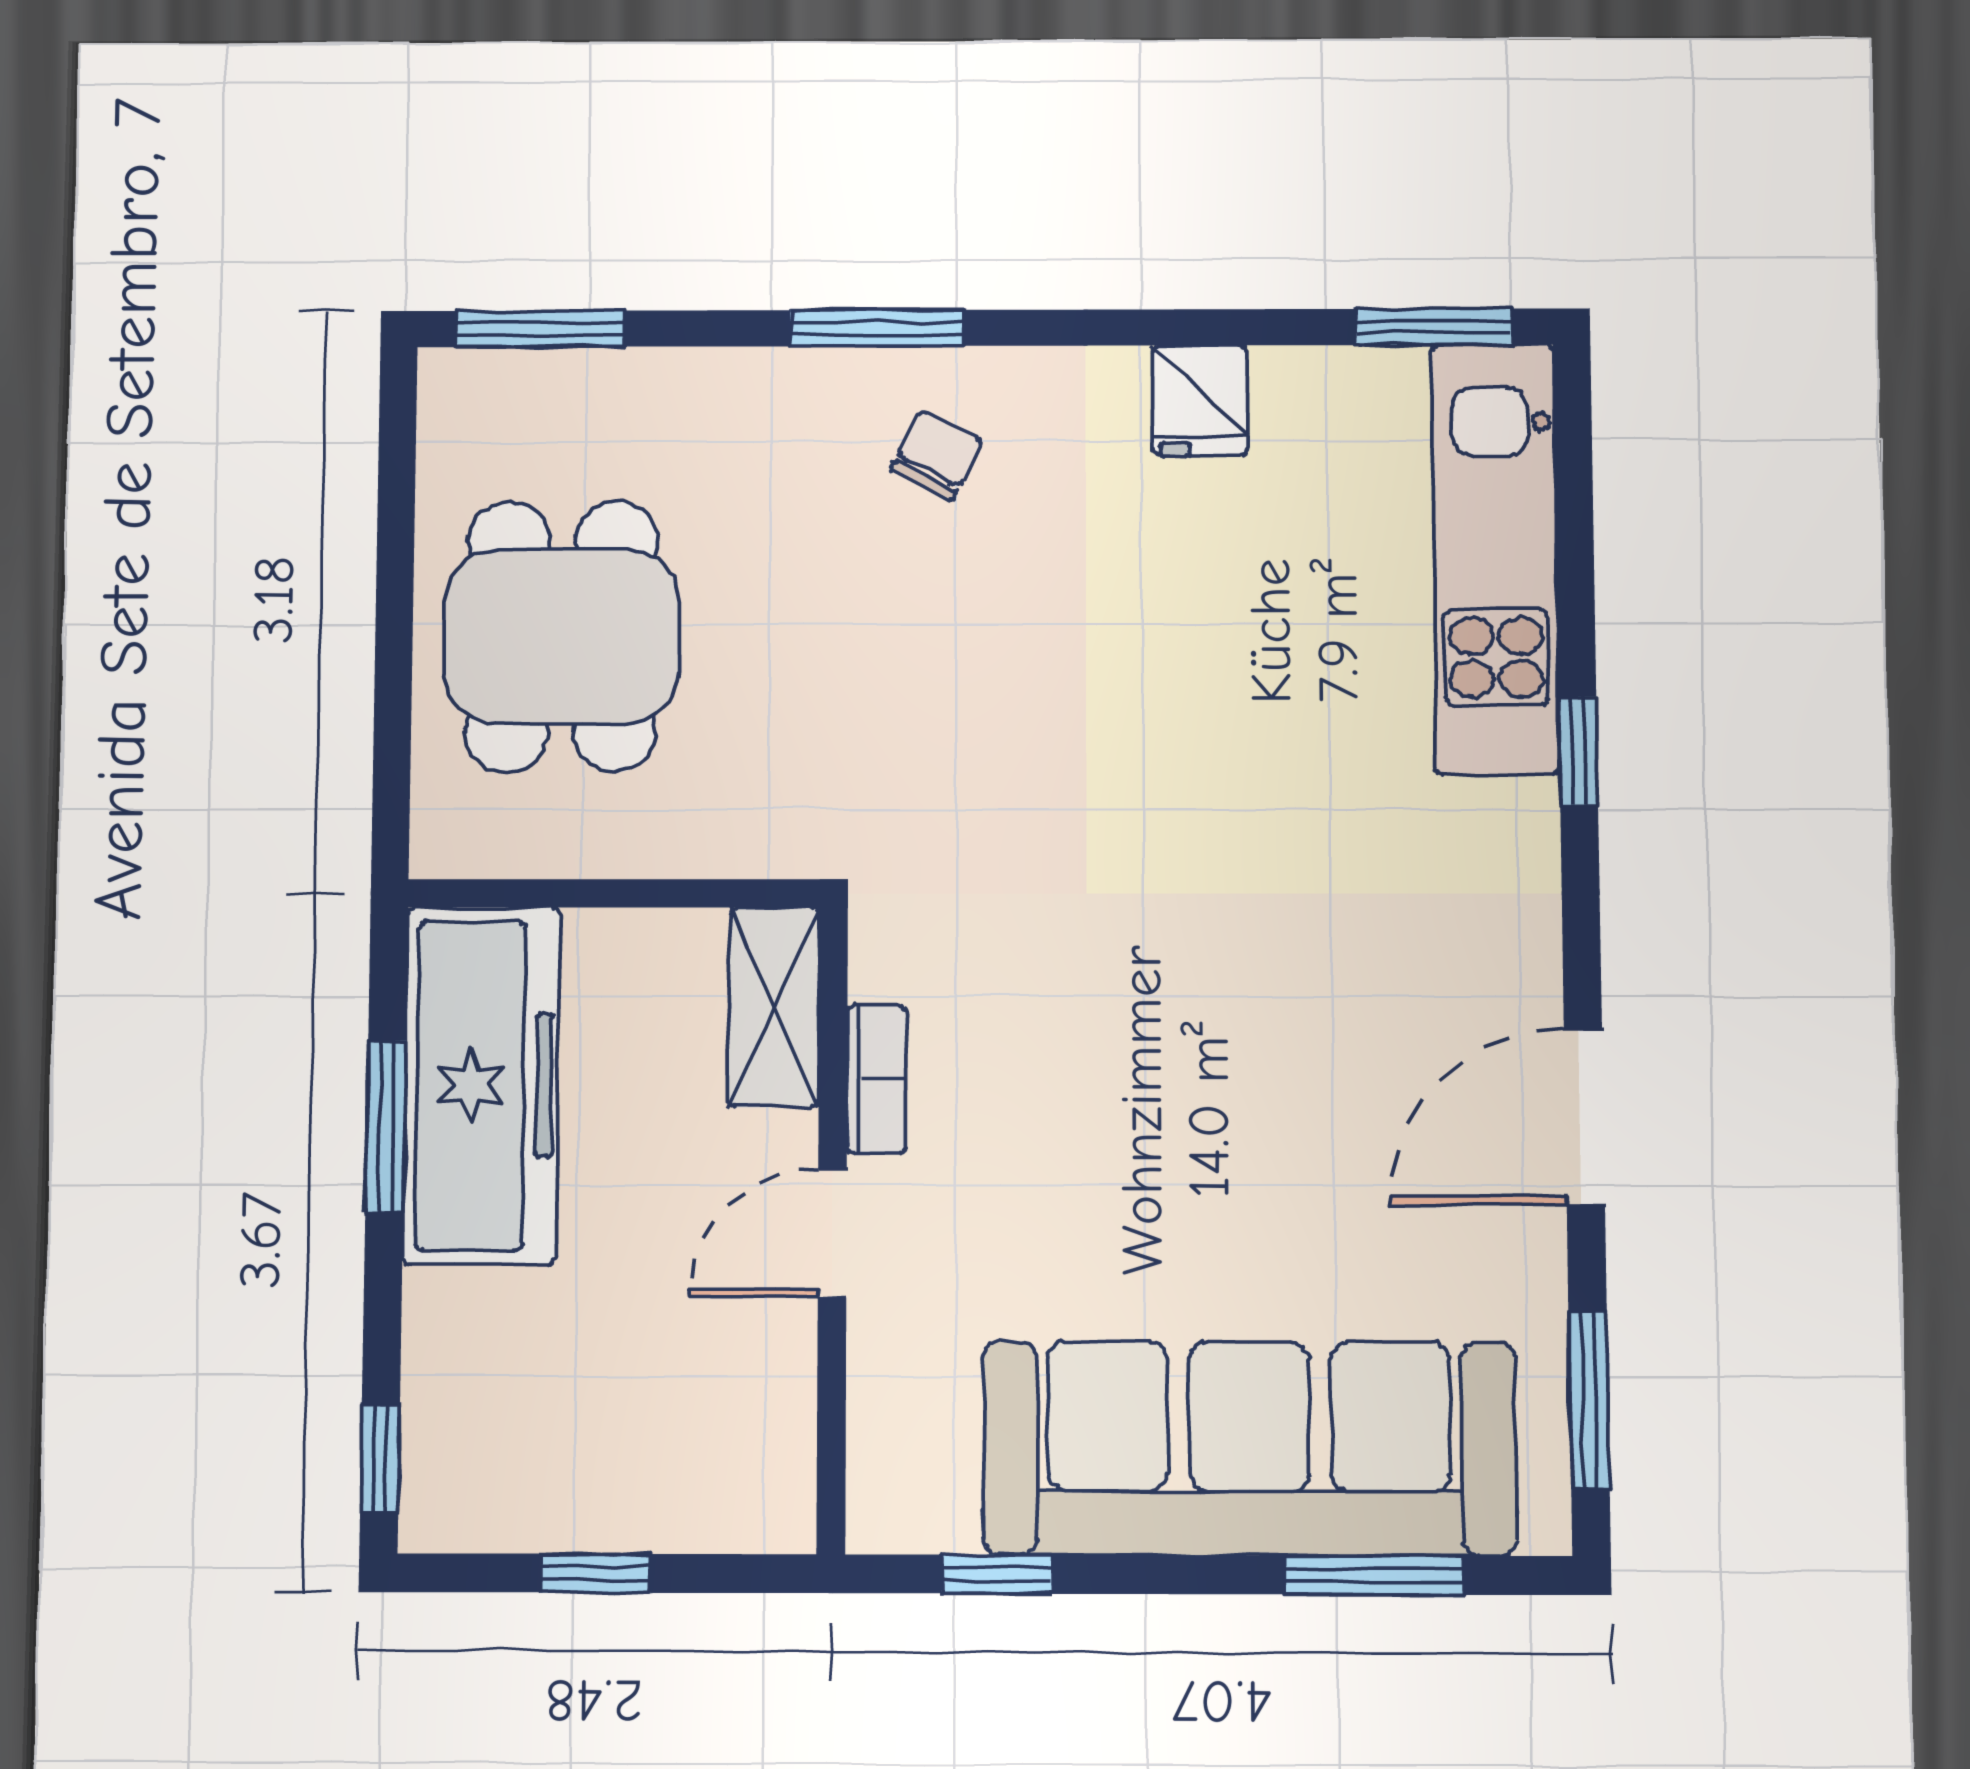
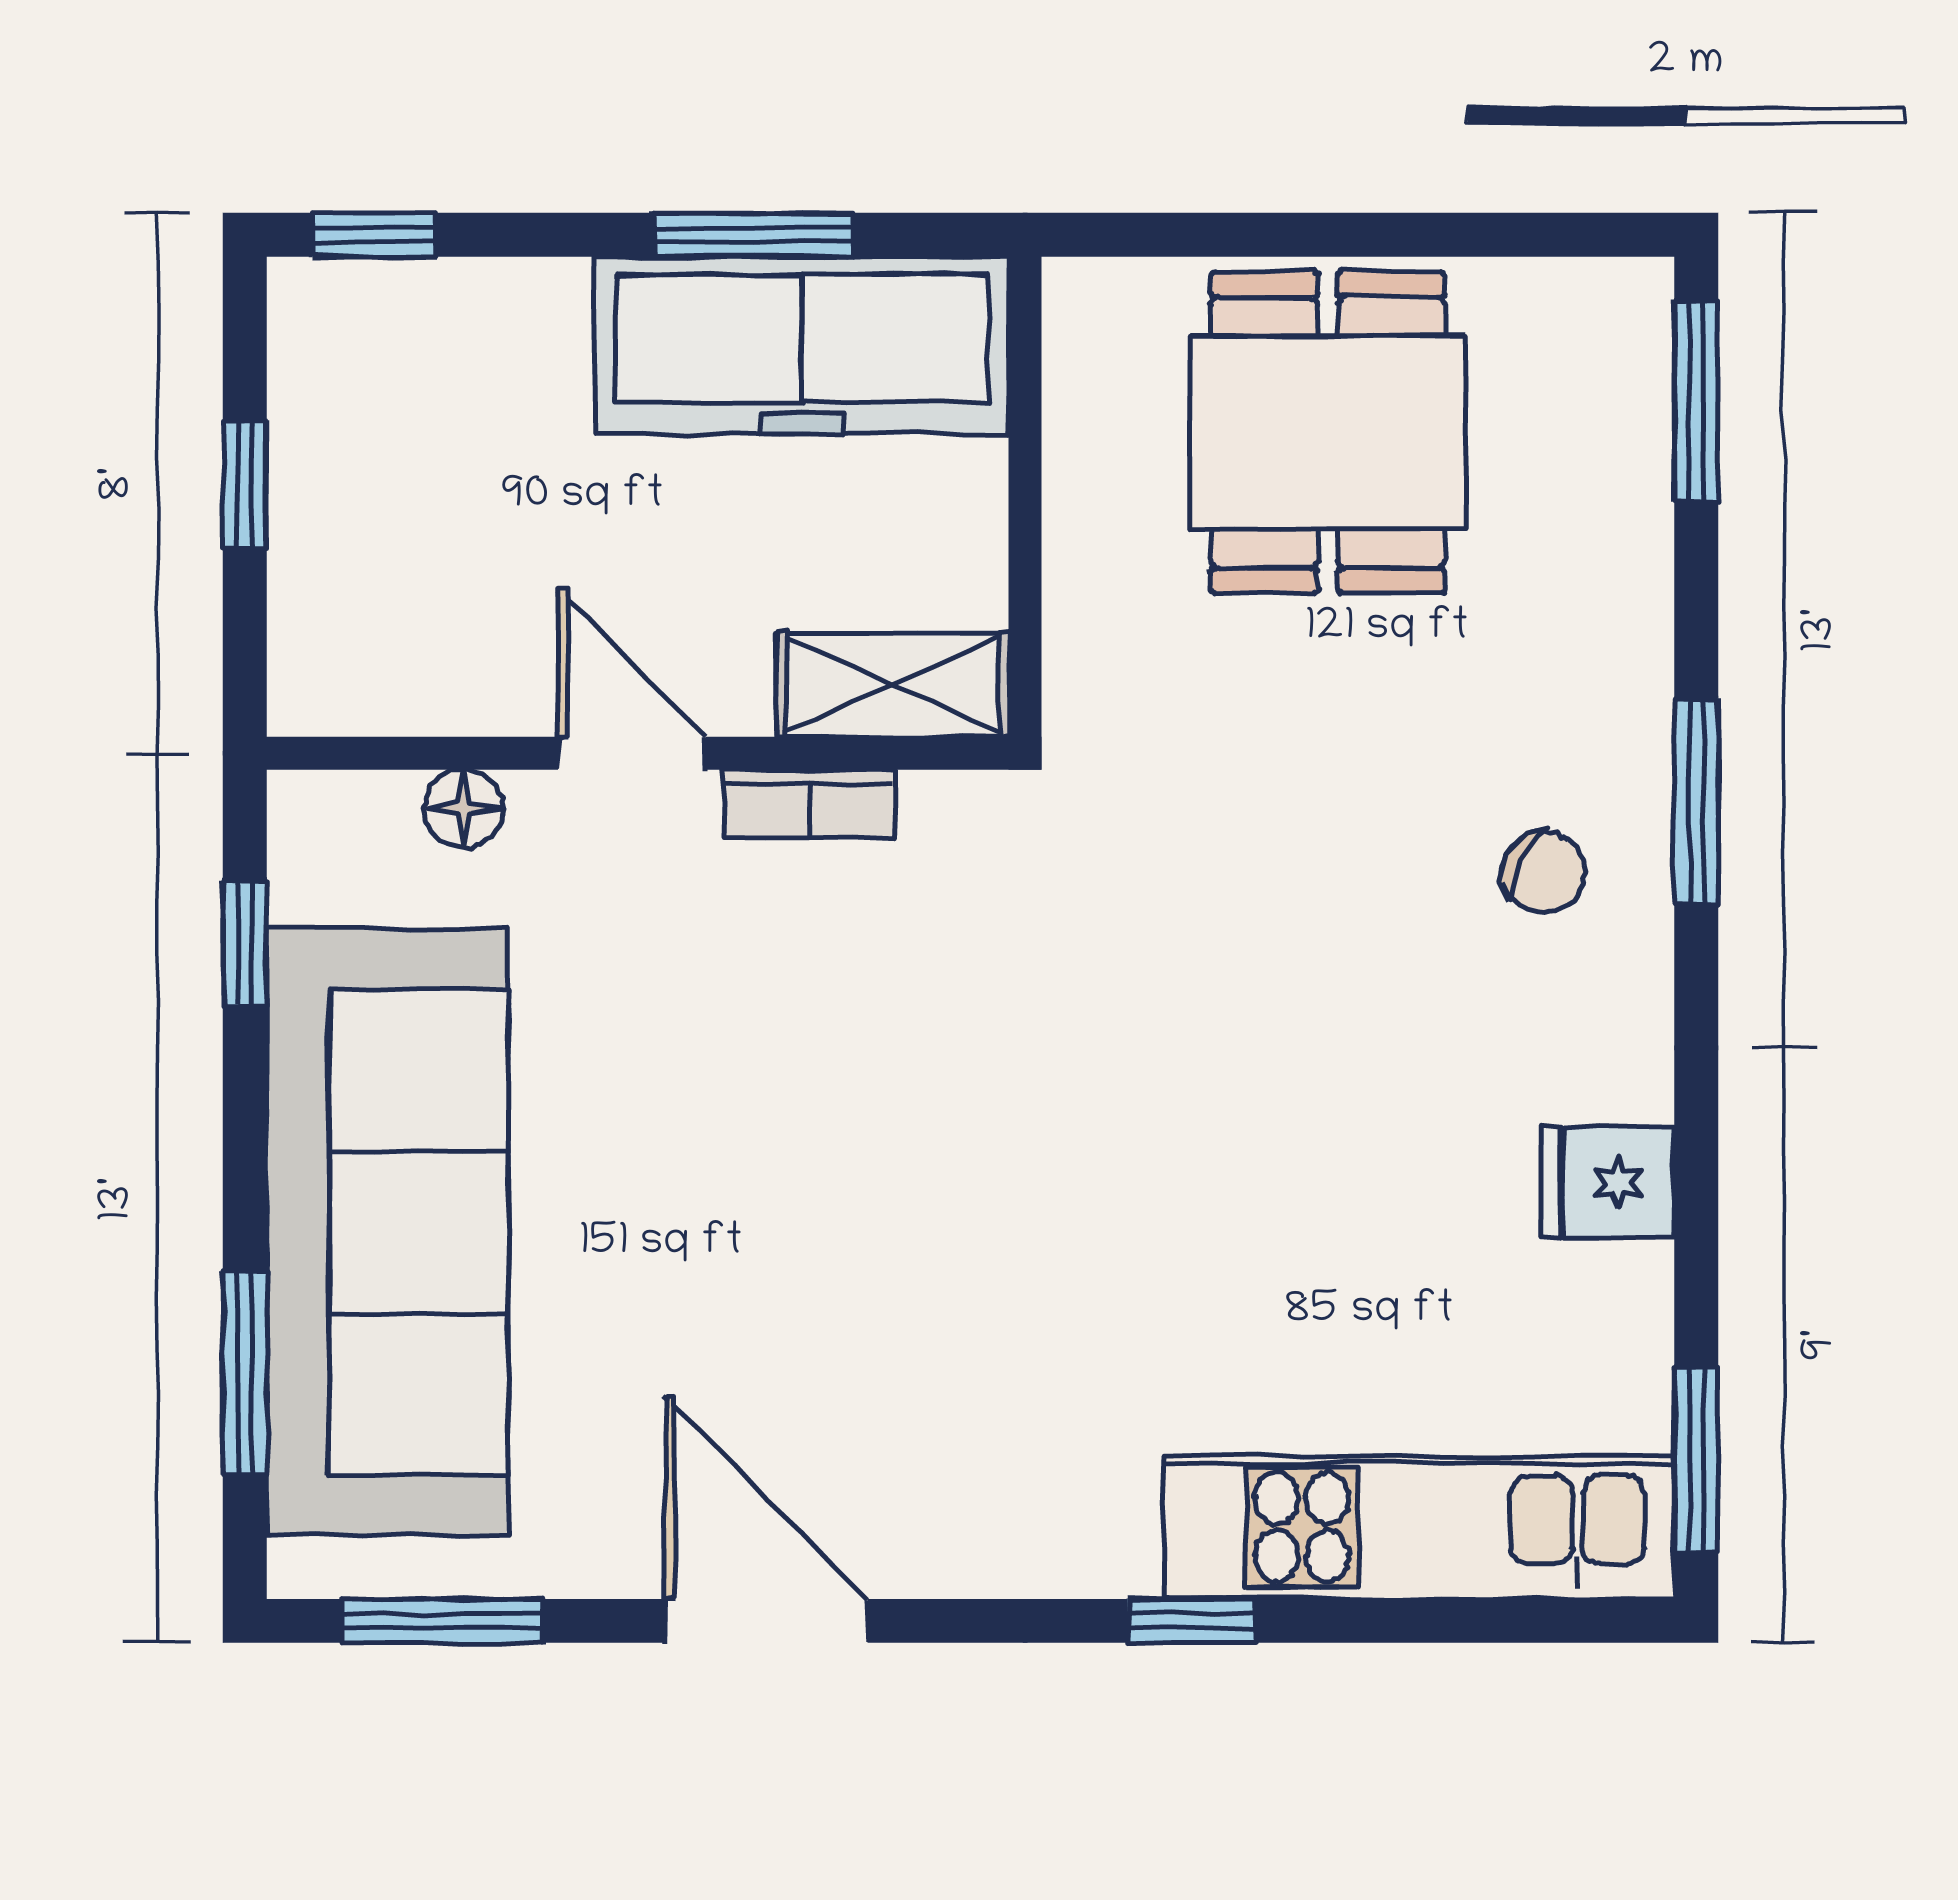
dining table: (562, 636) -> (1328, 432), turned 90
floor lamp: (880, 1380) -> (464, 809), added

